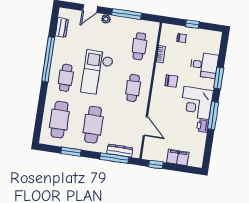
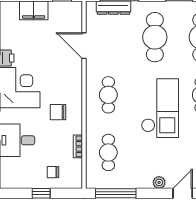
window: (127, 14) -> (116, 193), moved

